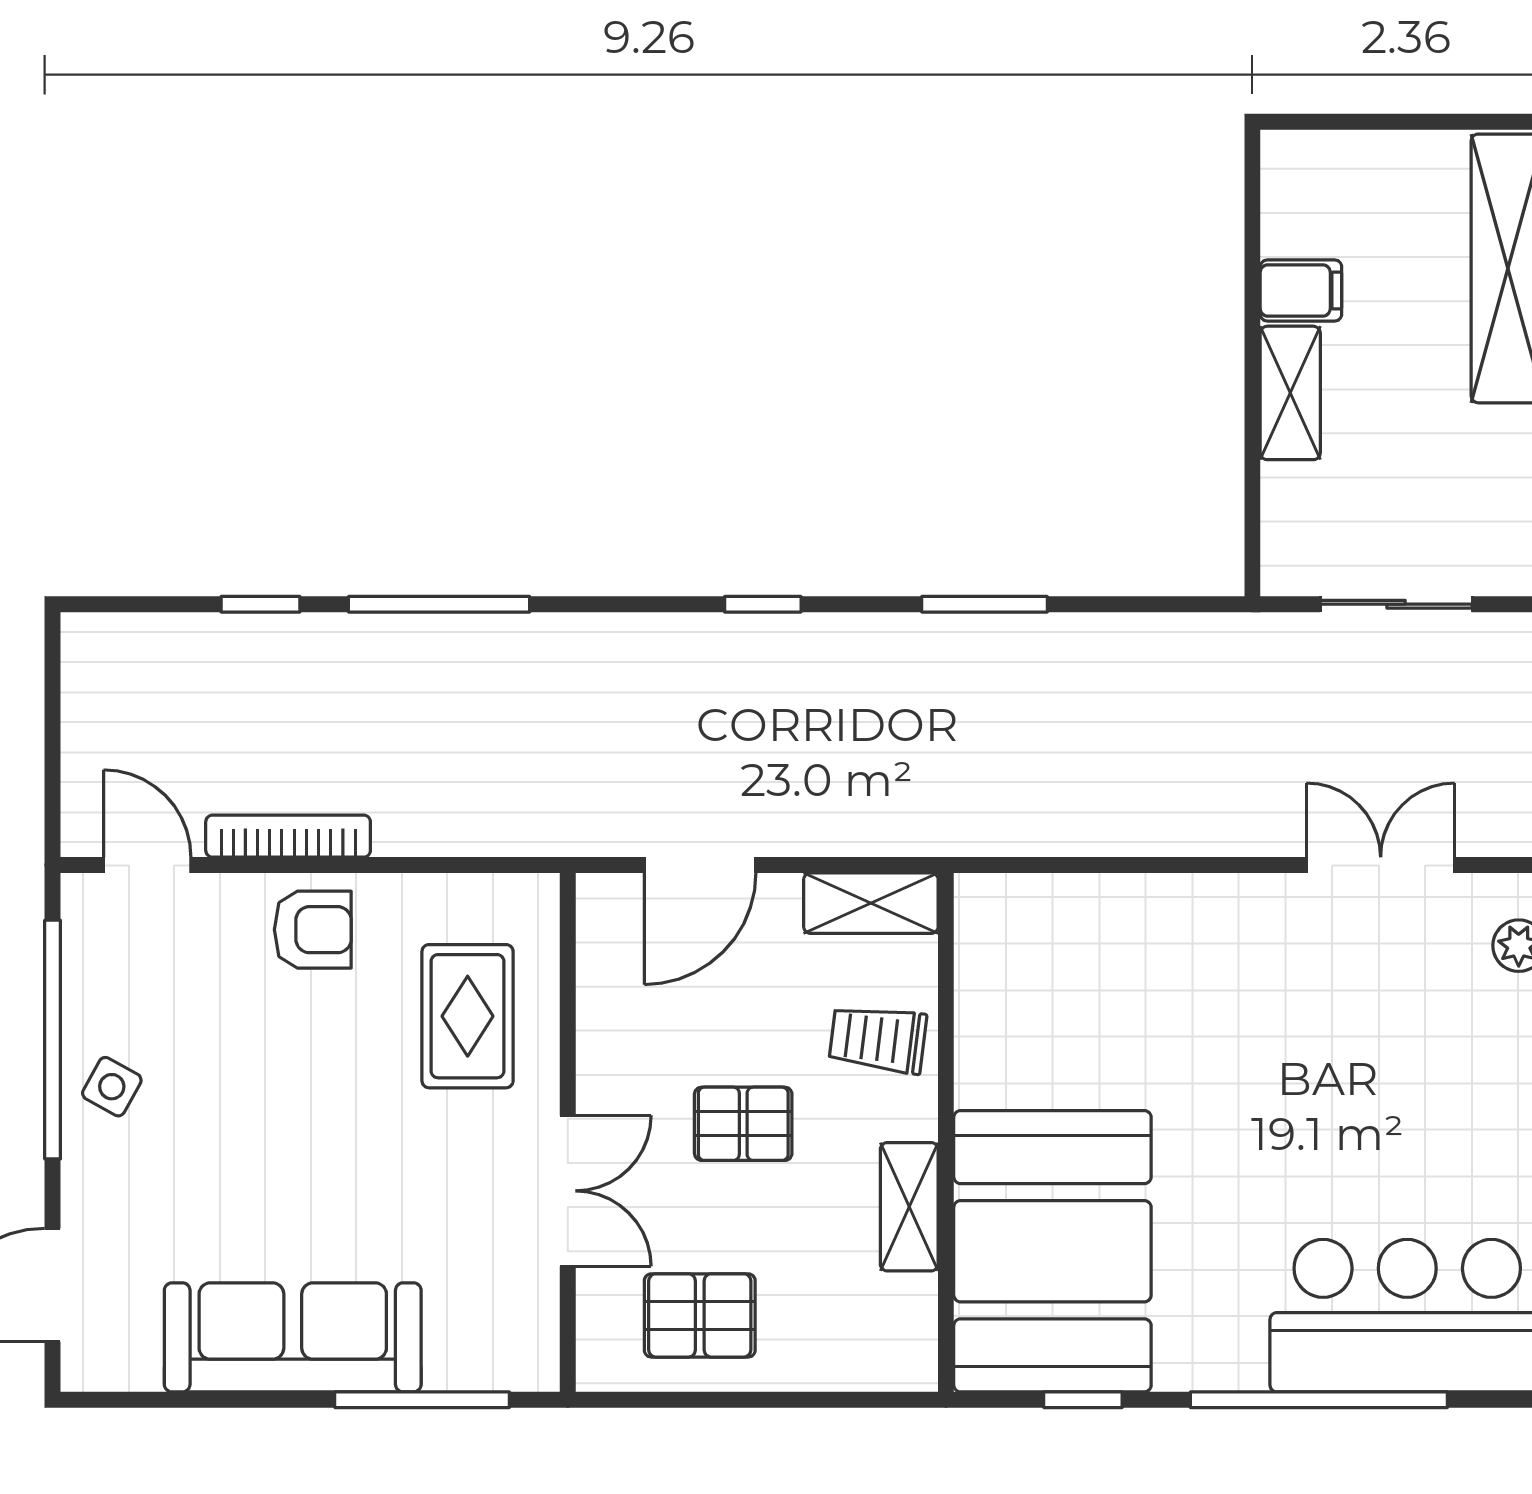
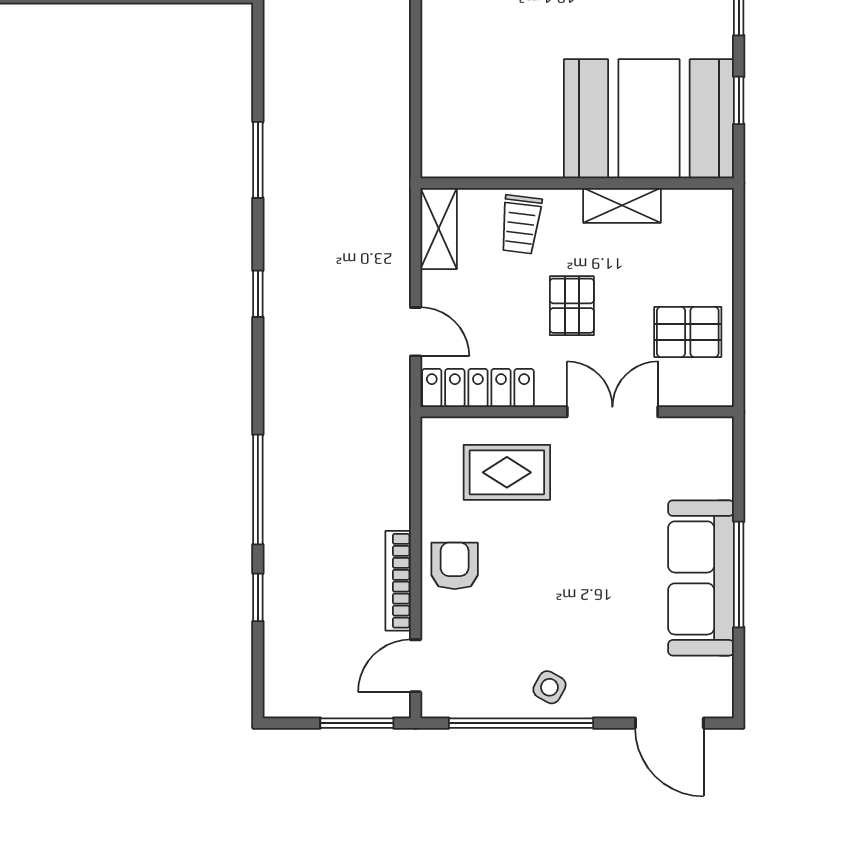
window: (53, 768) -> (357, 723), added
door: (700, 865) -> (416, 332), width x0.73
locker: (607, 968) -> (478, 388), added
pallet: (700, 1315) -> (688, 332), turned 90
window: (422, 1400) -> (739, 574), moved

